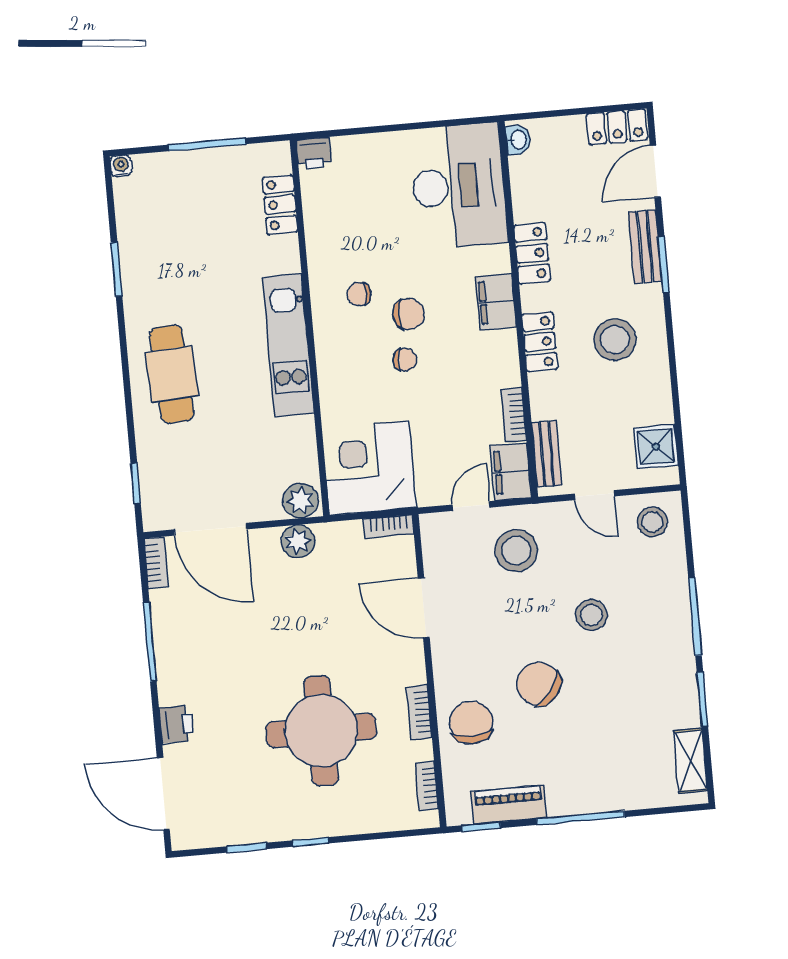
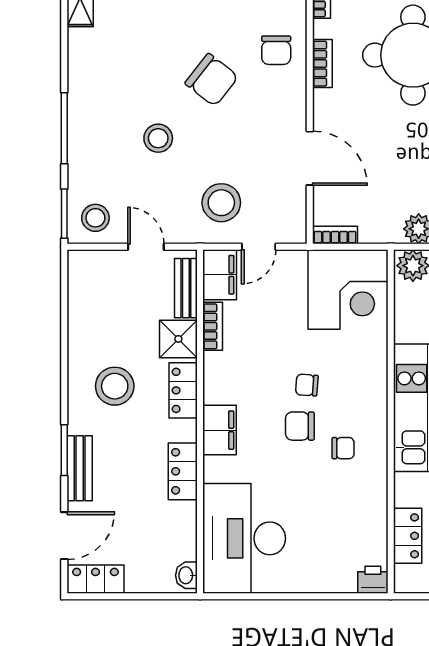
shower: (656, 447) -> (178, 339), moved
window: (702, 699) -> (64, 214), moved
chair: (471, 723) -> (276, 50), width x0.73, depth x0.73

